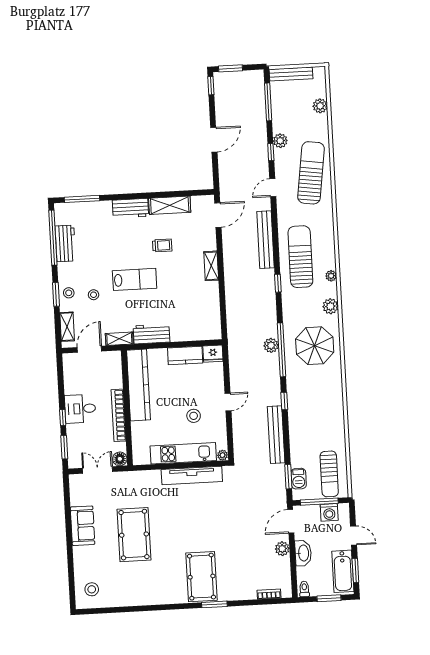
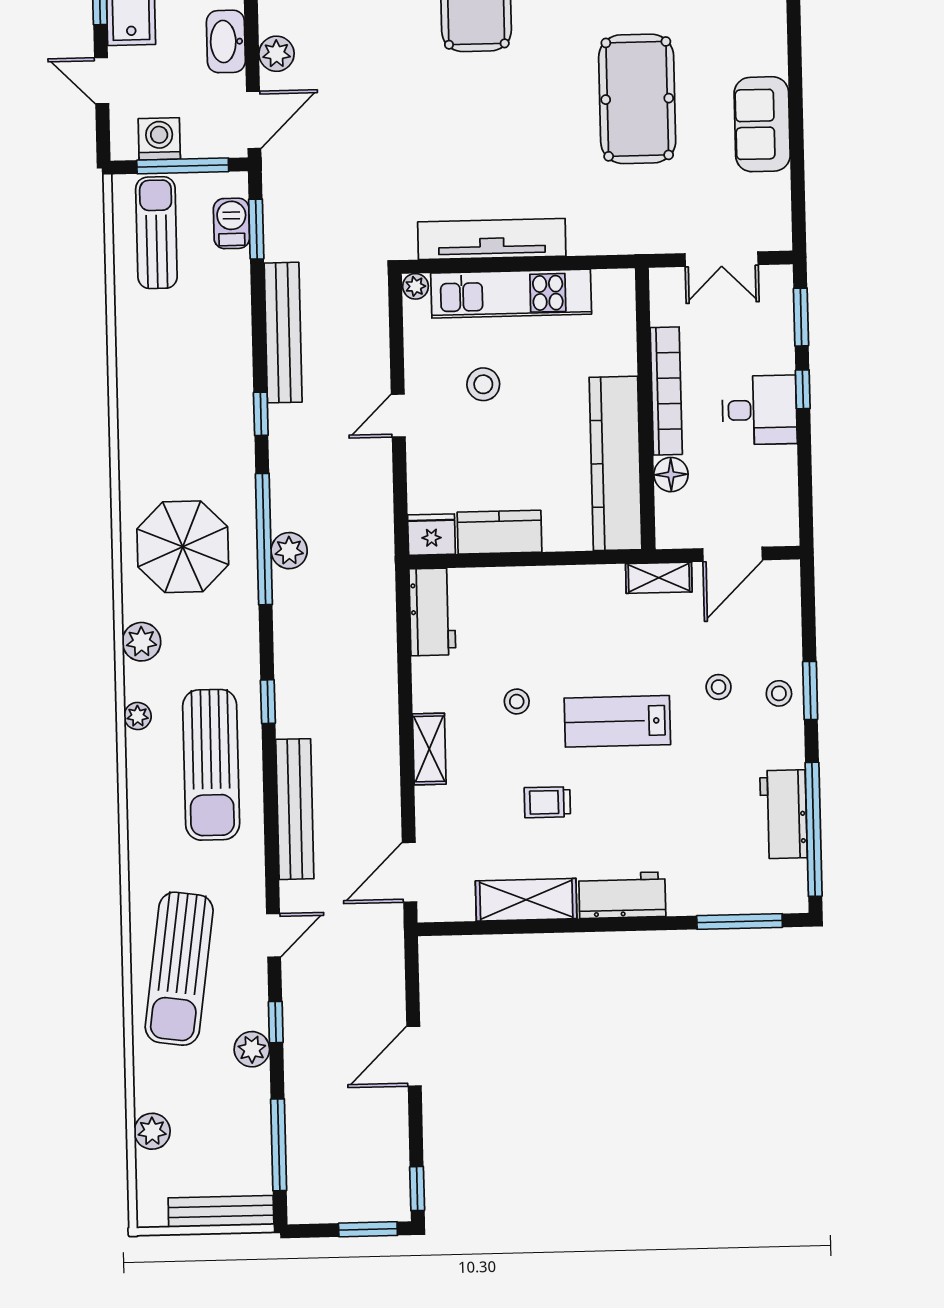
stool: (176, 286) -> (517, 702), added
shelving: (67, 327) -> (785, 611), removed
workbench: (152, 334) -> (432, 612), moved, turned -90
floor lamp: (120, 459) -> (671, 475), moved

